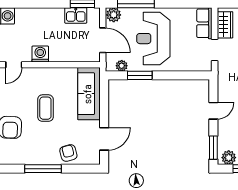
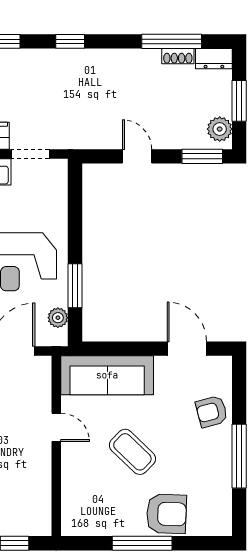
washing machine: (40, 54) -> (37, 461), removed
door: (14, 65) -> (56, 427), moved
coffee table: (45, 108) -> (132, 452), turned 44

